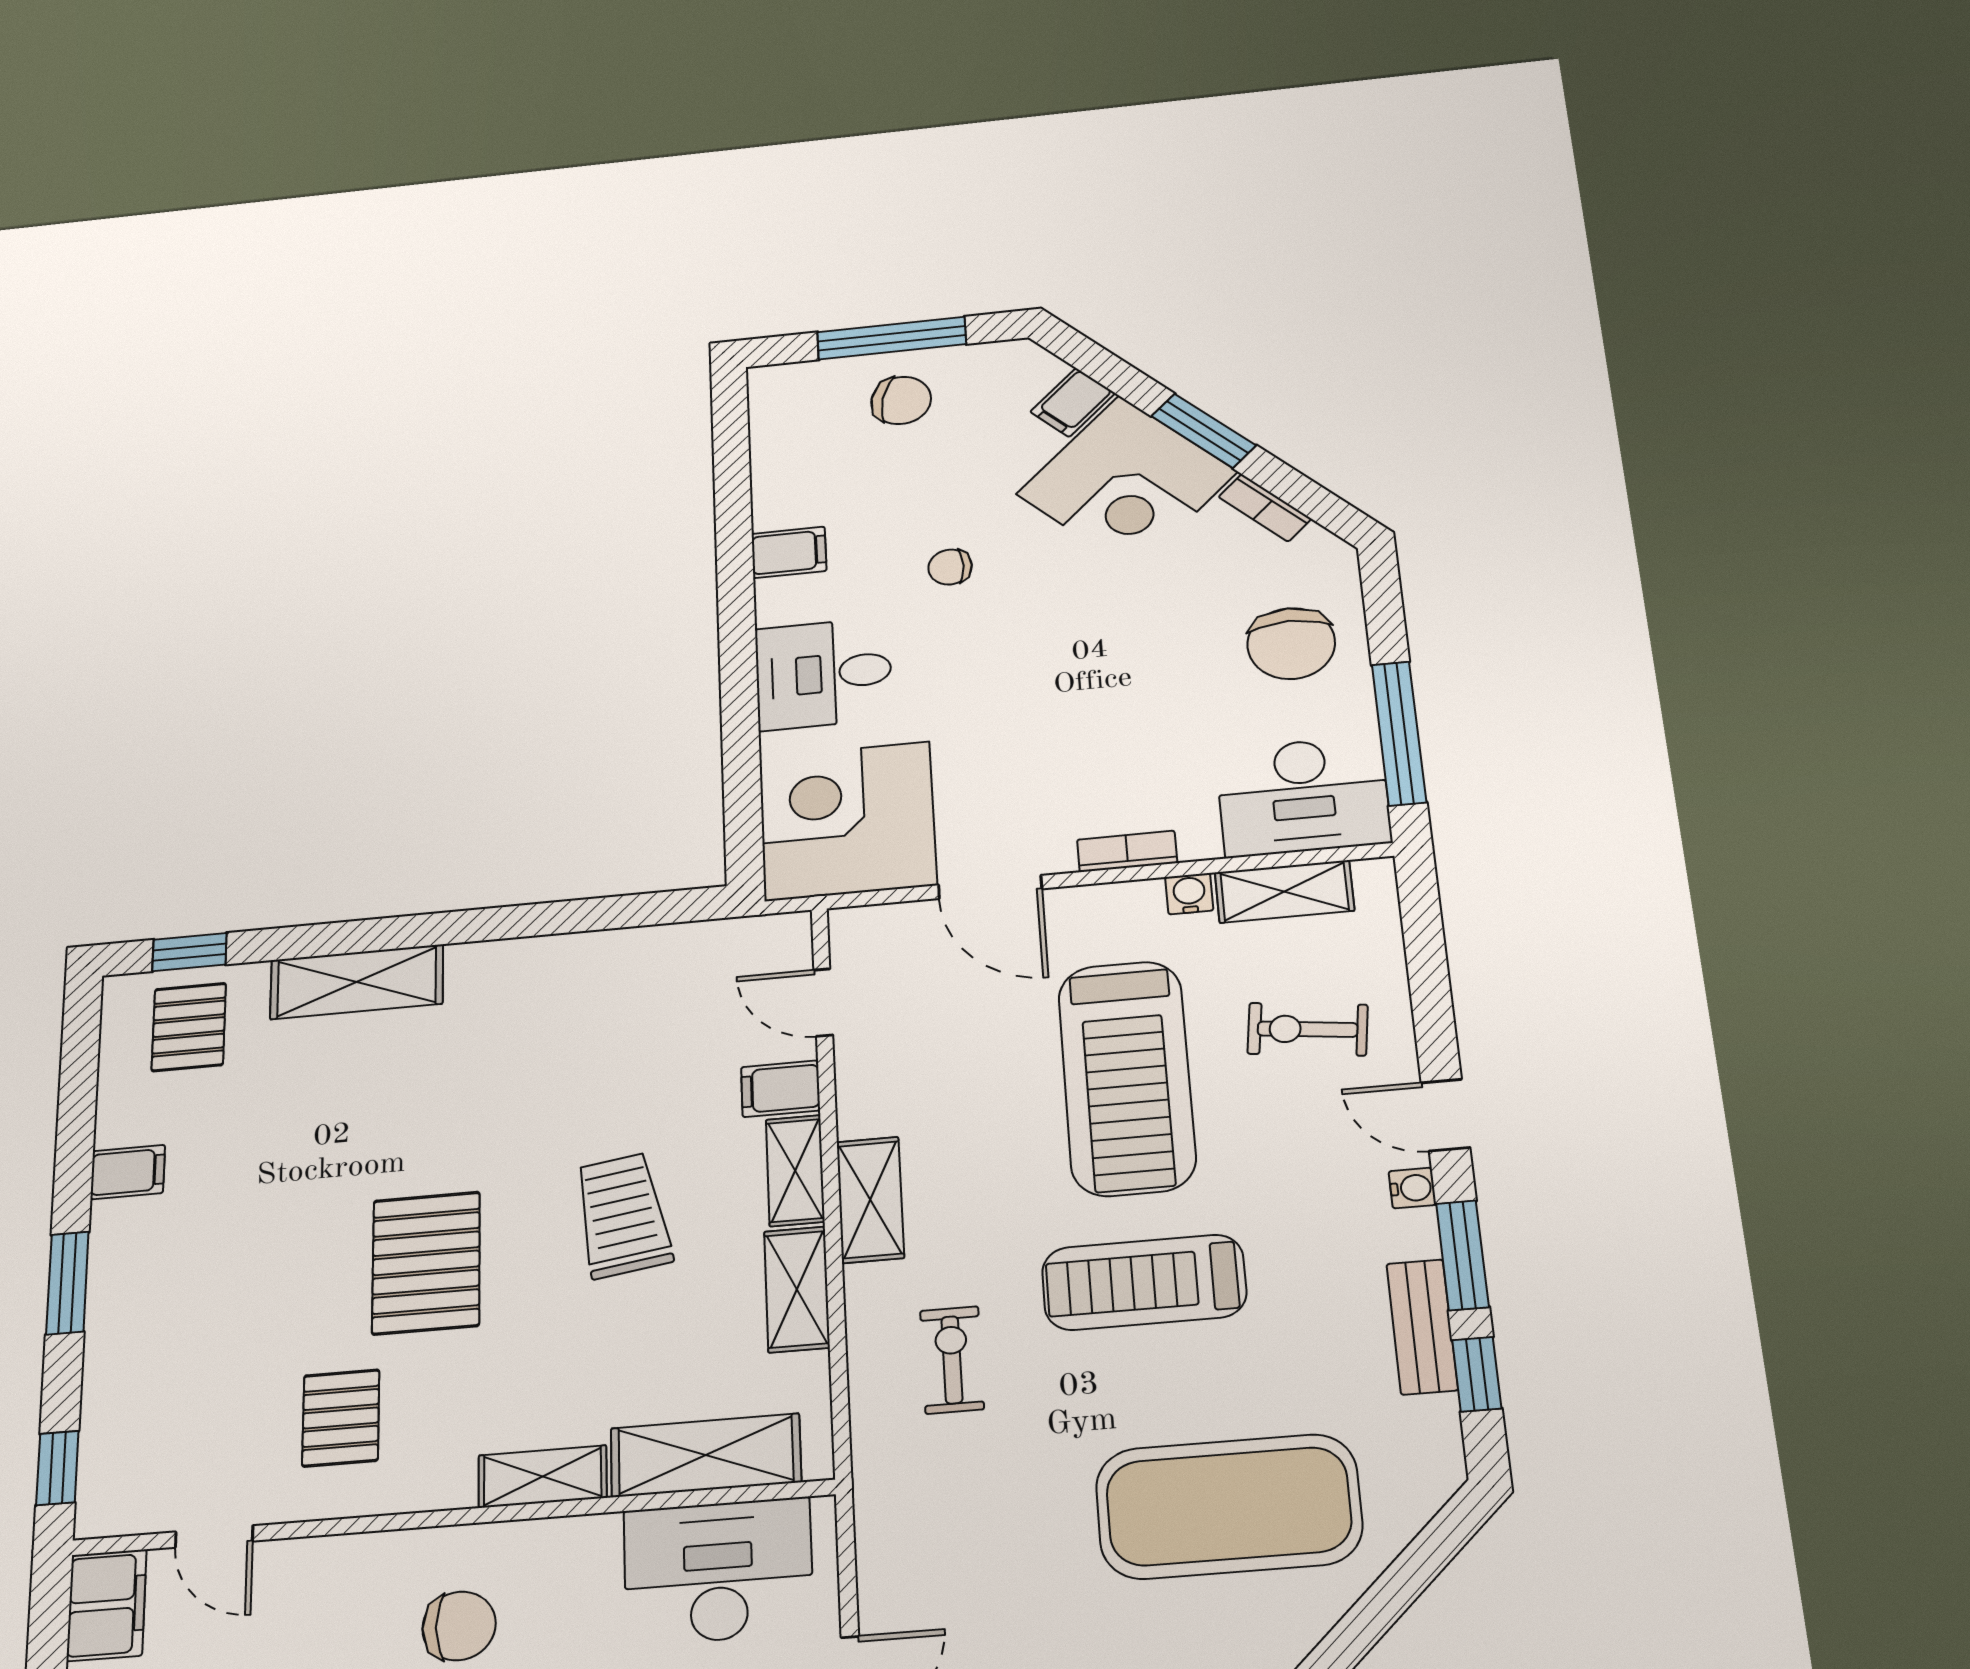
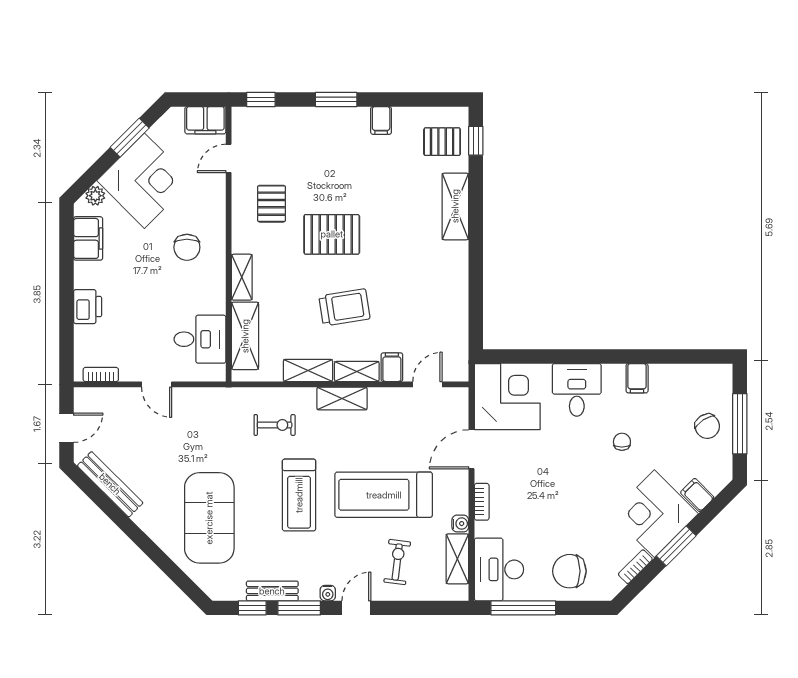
chair: (901, 400) -> (707, 426), turned -46
treadmill: (1144, 1282) -> (299, 495), turned 180
pallet: (341, 1418) -> (272, 204), turned 90
desk: (718, 1571) -> (200, 339), width x0.73

